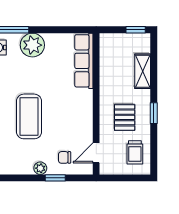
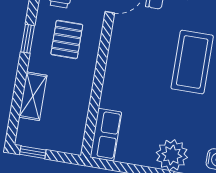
row of seats: (84, 61) -> (106, 135), width x0.68

